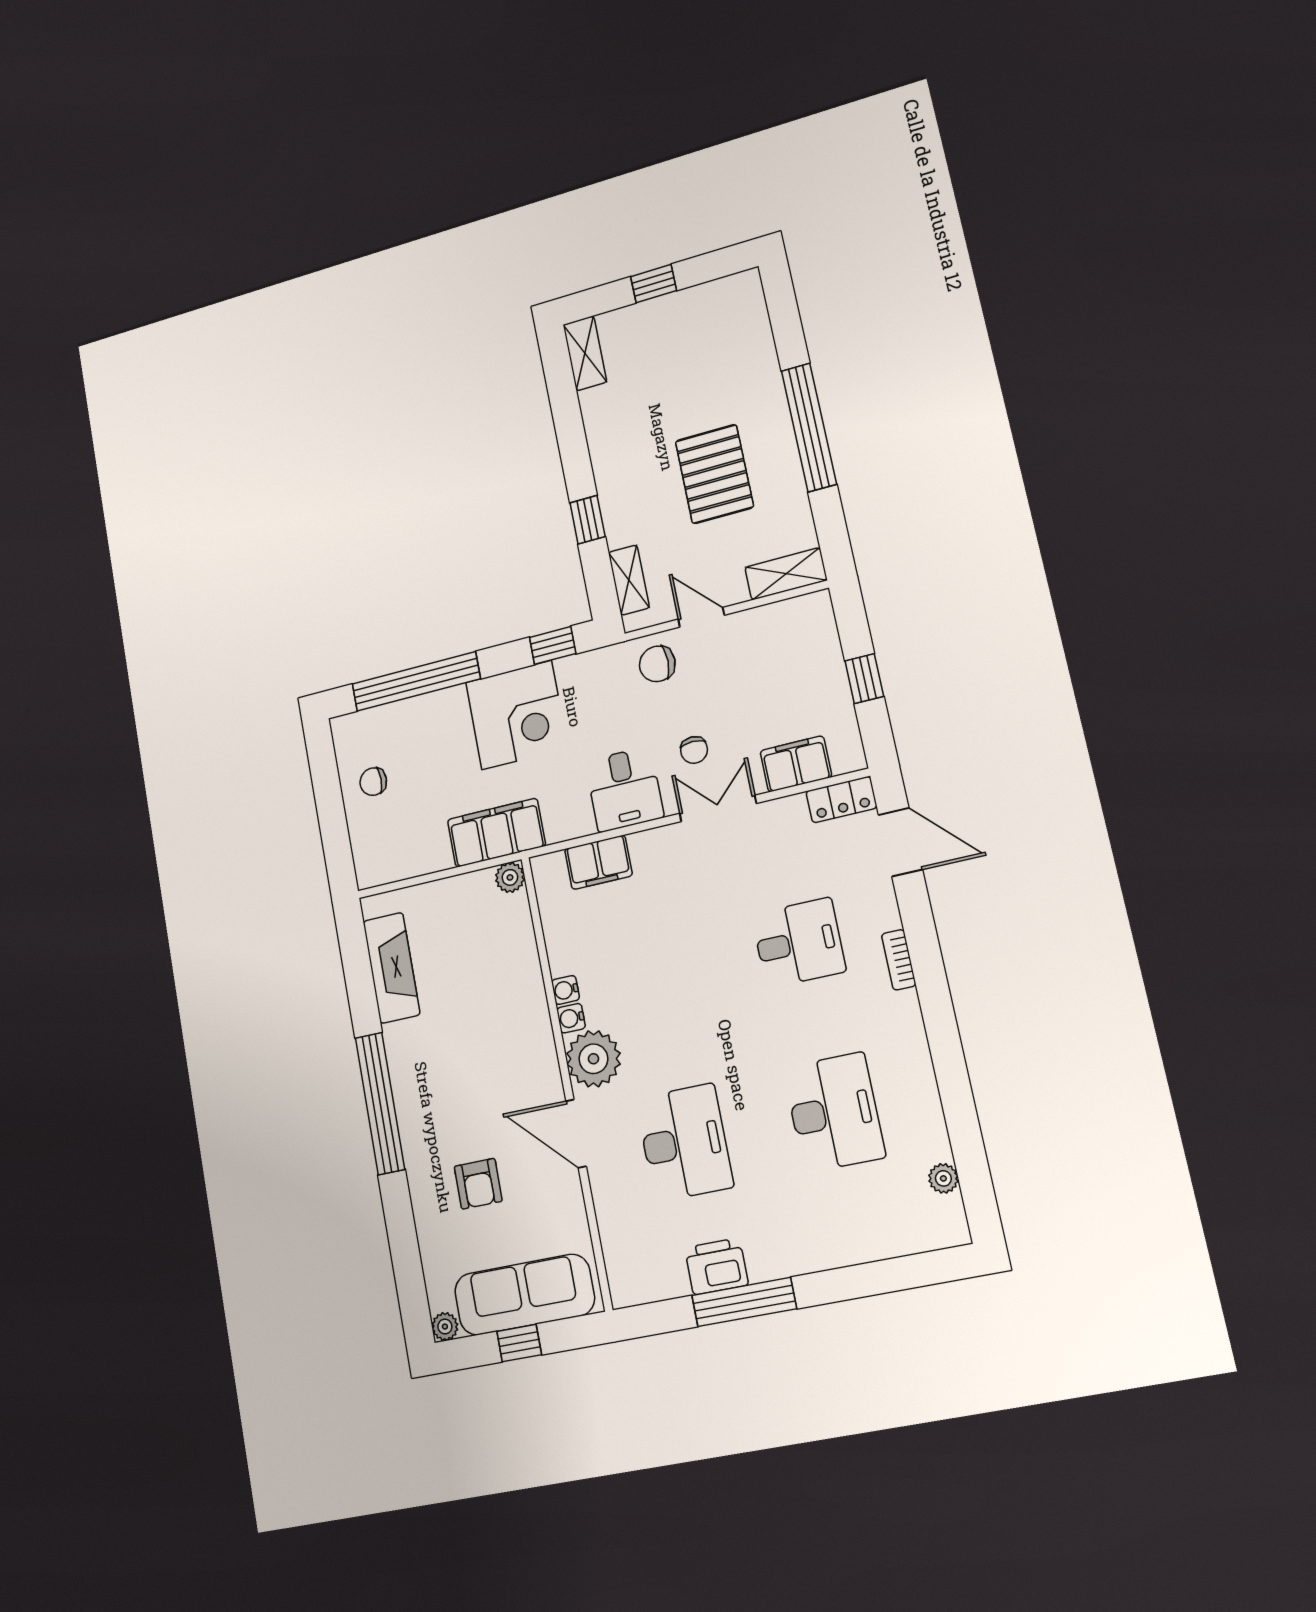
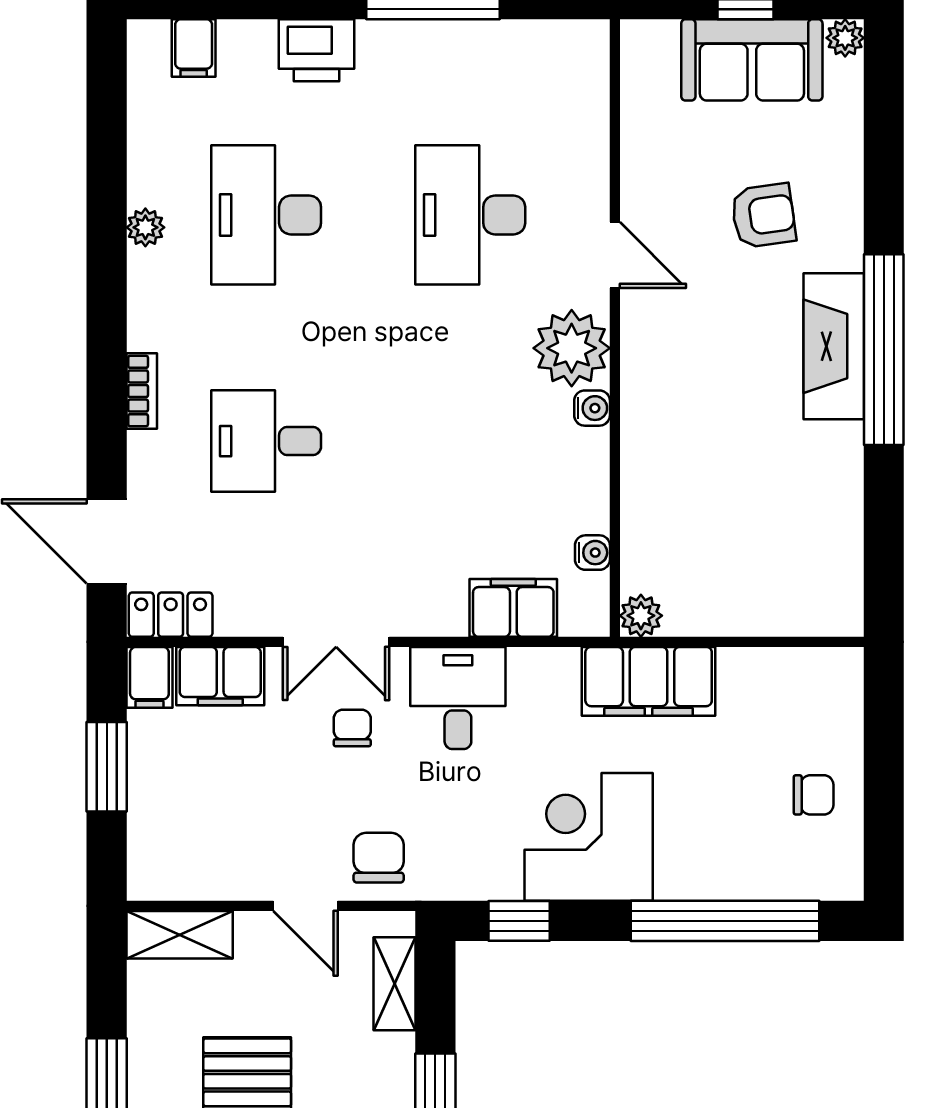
chair: (657, 664) -> (379, 858), turned -90
window: (864, 679) -> (107, 767), width x1.50
filing cabinet: (847, 750) -> (149, 677), added
fireplace: (391, 968) -> (834, 346), moved
water cooler: (565, 990) -> (592, 553), moved
door: (576, 1134) -> (615, 255), width x0.73
plant: (943, 1178) -> (145, 227), moved
armchair: (478, 1184) -> (763, 216), turned 82
filing cabinet: (916, 1231) -> (194, 48), added
printer: (716, 1266) -> (317, 50), moved
sofa: (524, 1295) -> (752, 60), width x0.73

